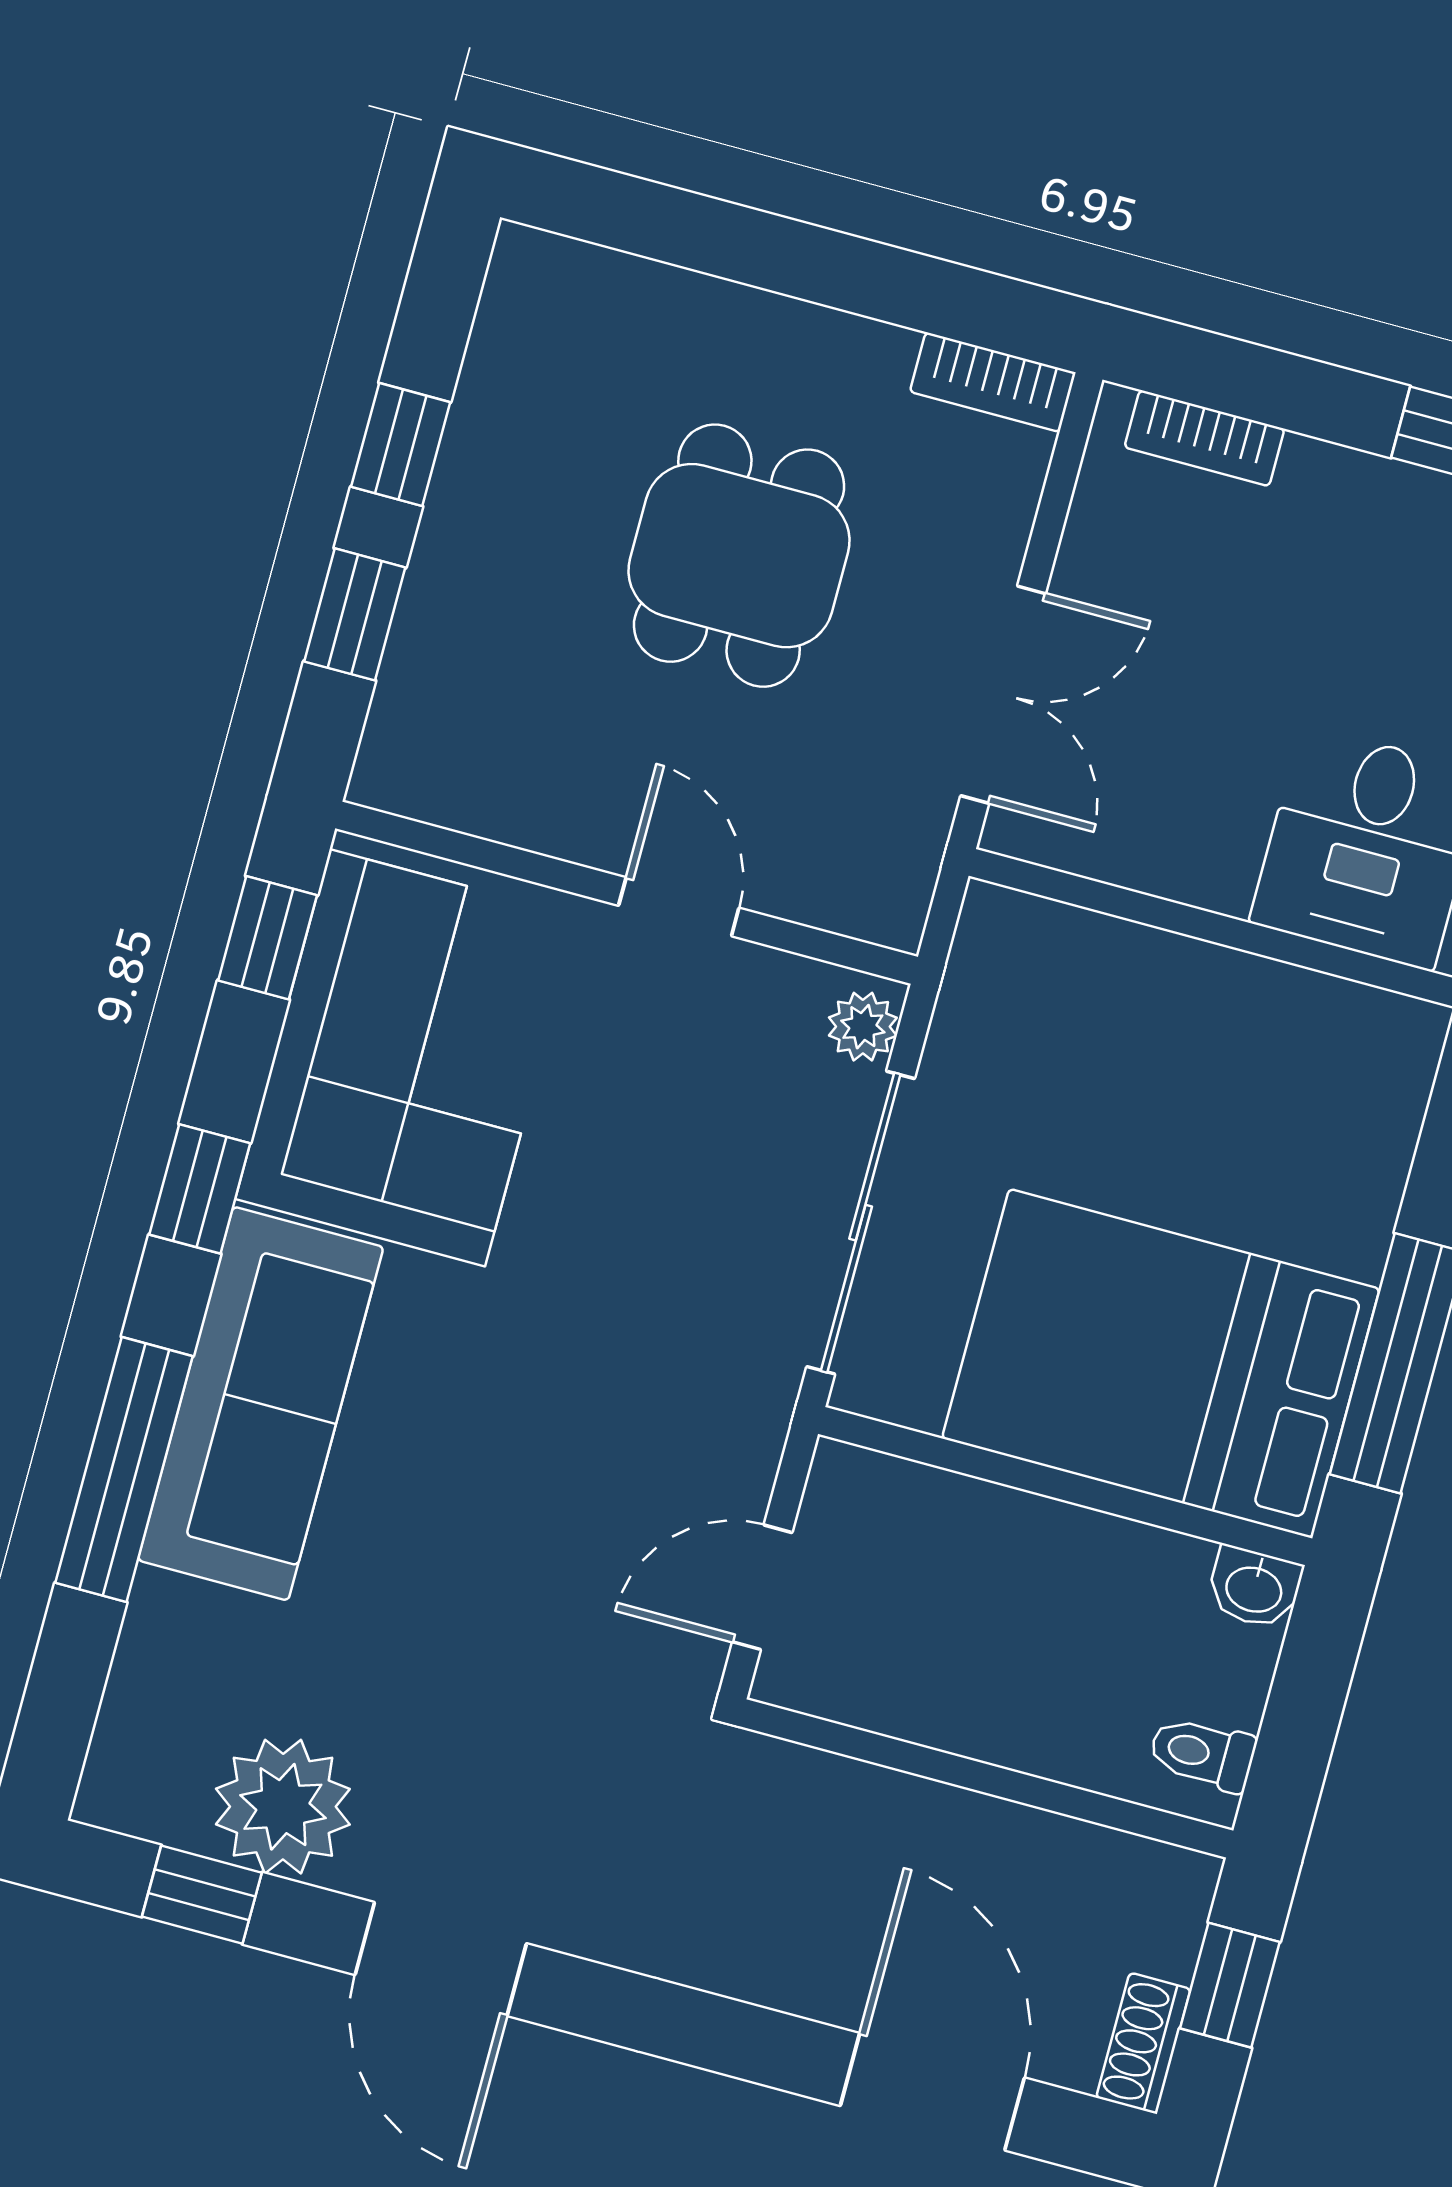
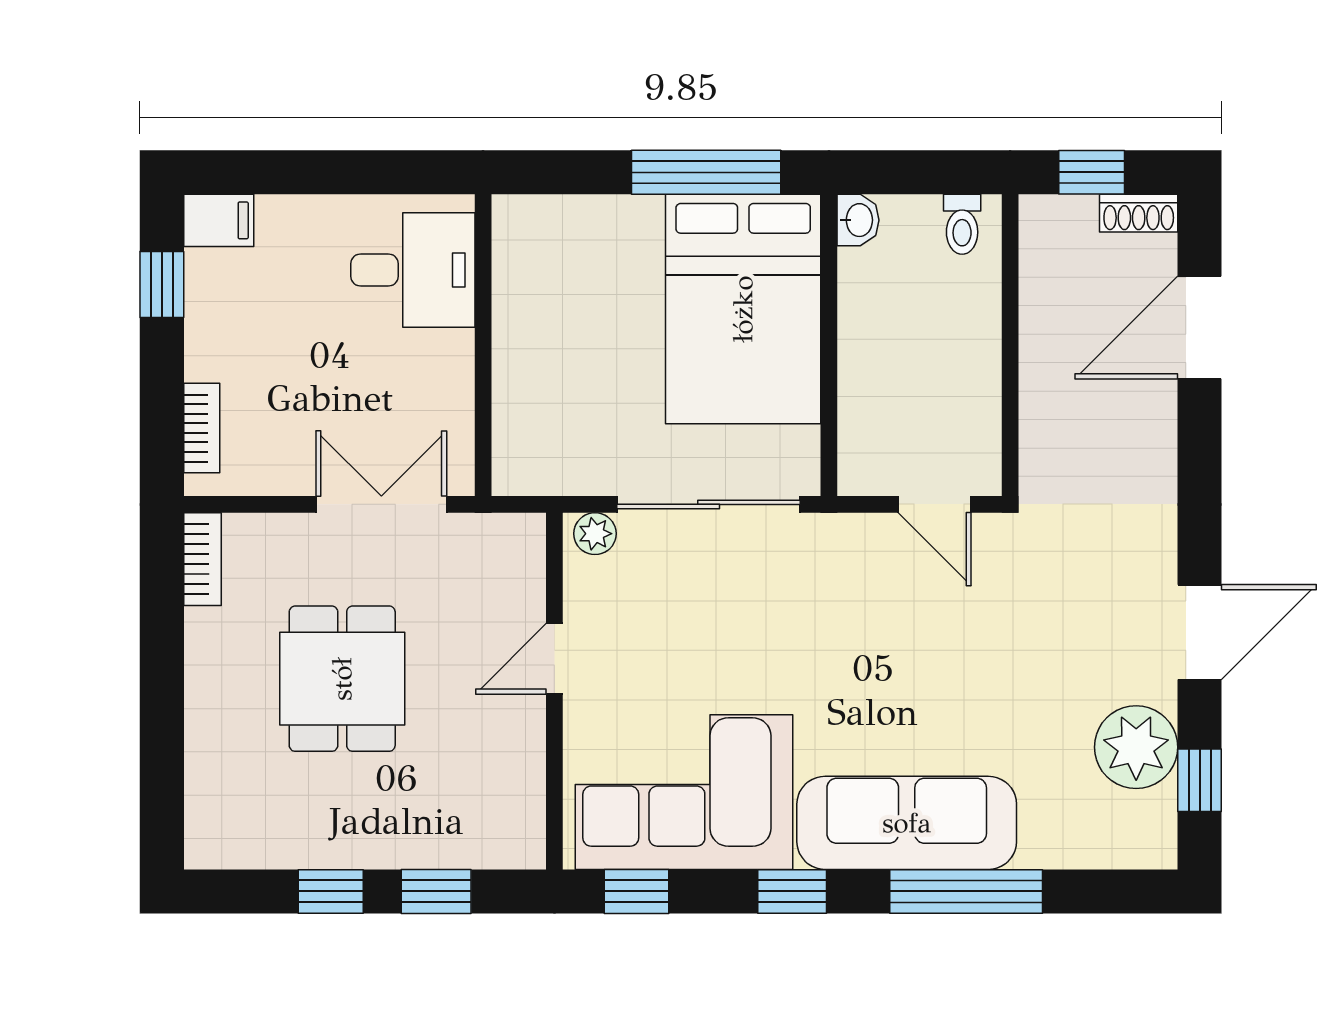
dining table: (739, 556) -> (342, 679), turned 90

